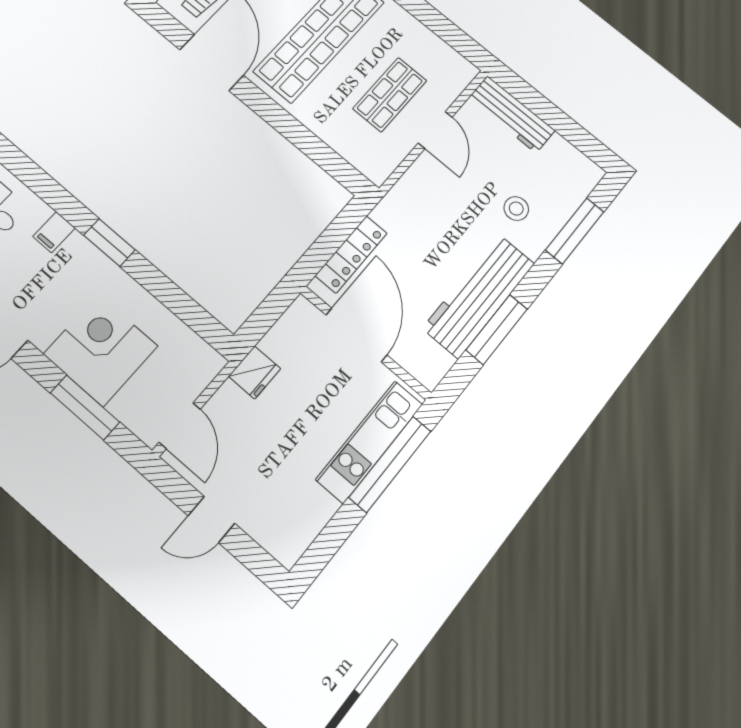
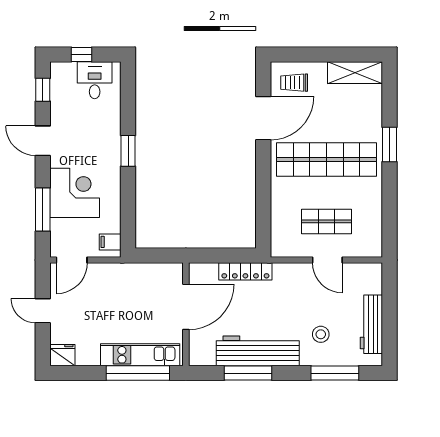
workbench: (512, 114) -> (371, 324), moved
door: (435, 130) -> (327, 260), hinge flipped
filing cabinet: (54, 232) -> (110, 242), moved
locker: (351, 254) -> (245, 271), moved
fridge: (255, 372) -> (62, 355), moved, turned 180

